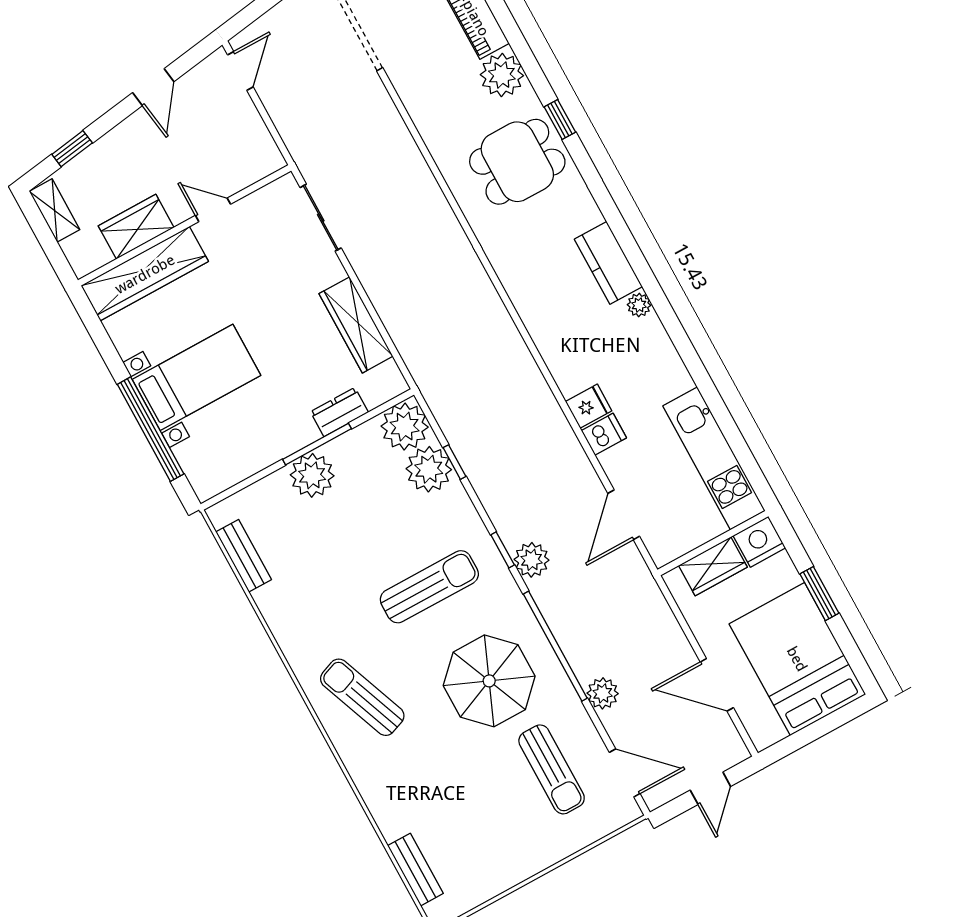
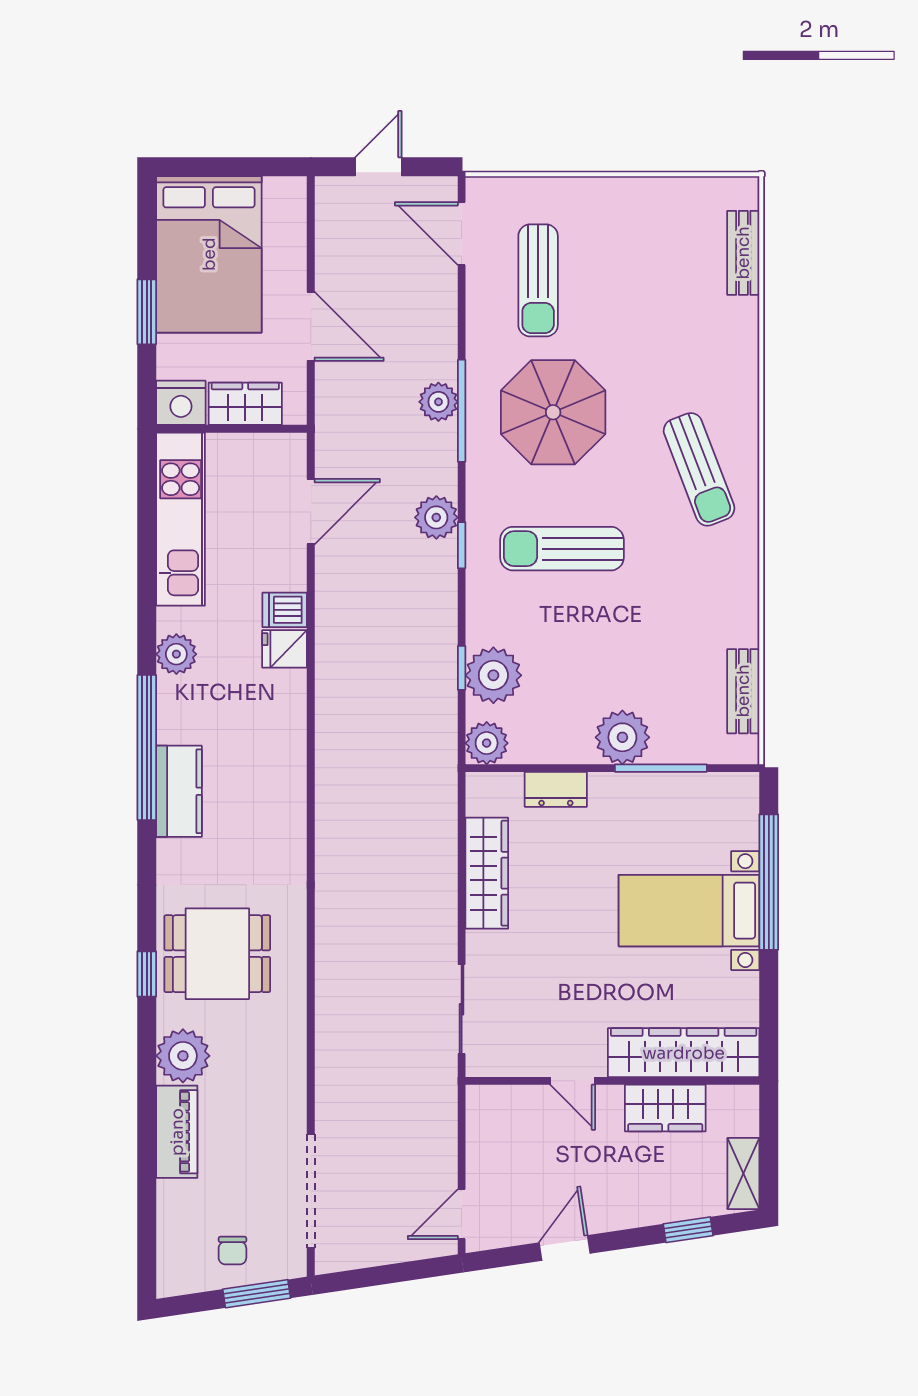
window: (649, 282) -> (147, 748), added
plant: (639, 305) -> (176, 654), moved, width x1.38, depth x1.38
plant: (405, 427) -> (487, 743), width x0.73, depth x0.73
window: (317, 444) -> (661, 768), moved
window: (555, 646) -> (462, 411), width x0.68
door: (717, 685) -> (311, 326), moved
plant: (603, 693) -> (438, 402), moved
sun lounger: (552, 769) -> (538, 280), turned 180

